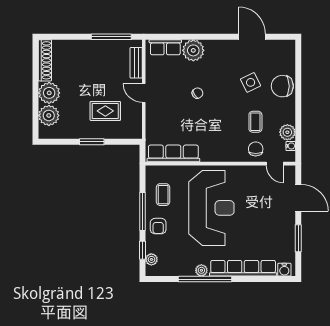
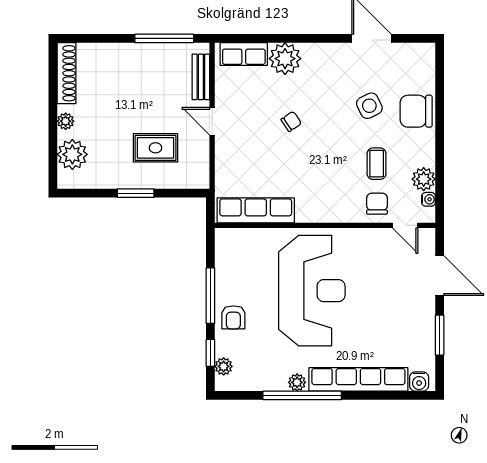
plant: (49, 93) -> (66, 121), width x0.53, depth x0.53
coffee table: (163, 195) -> (241, 271), removed

